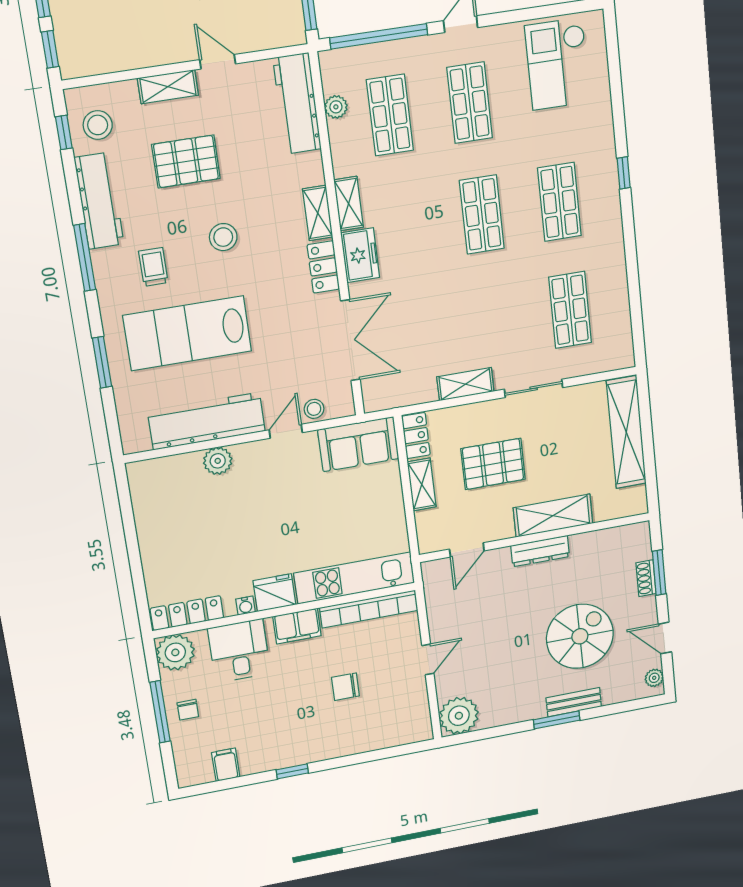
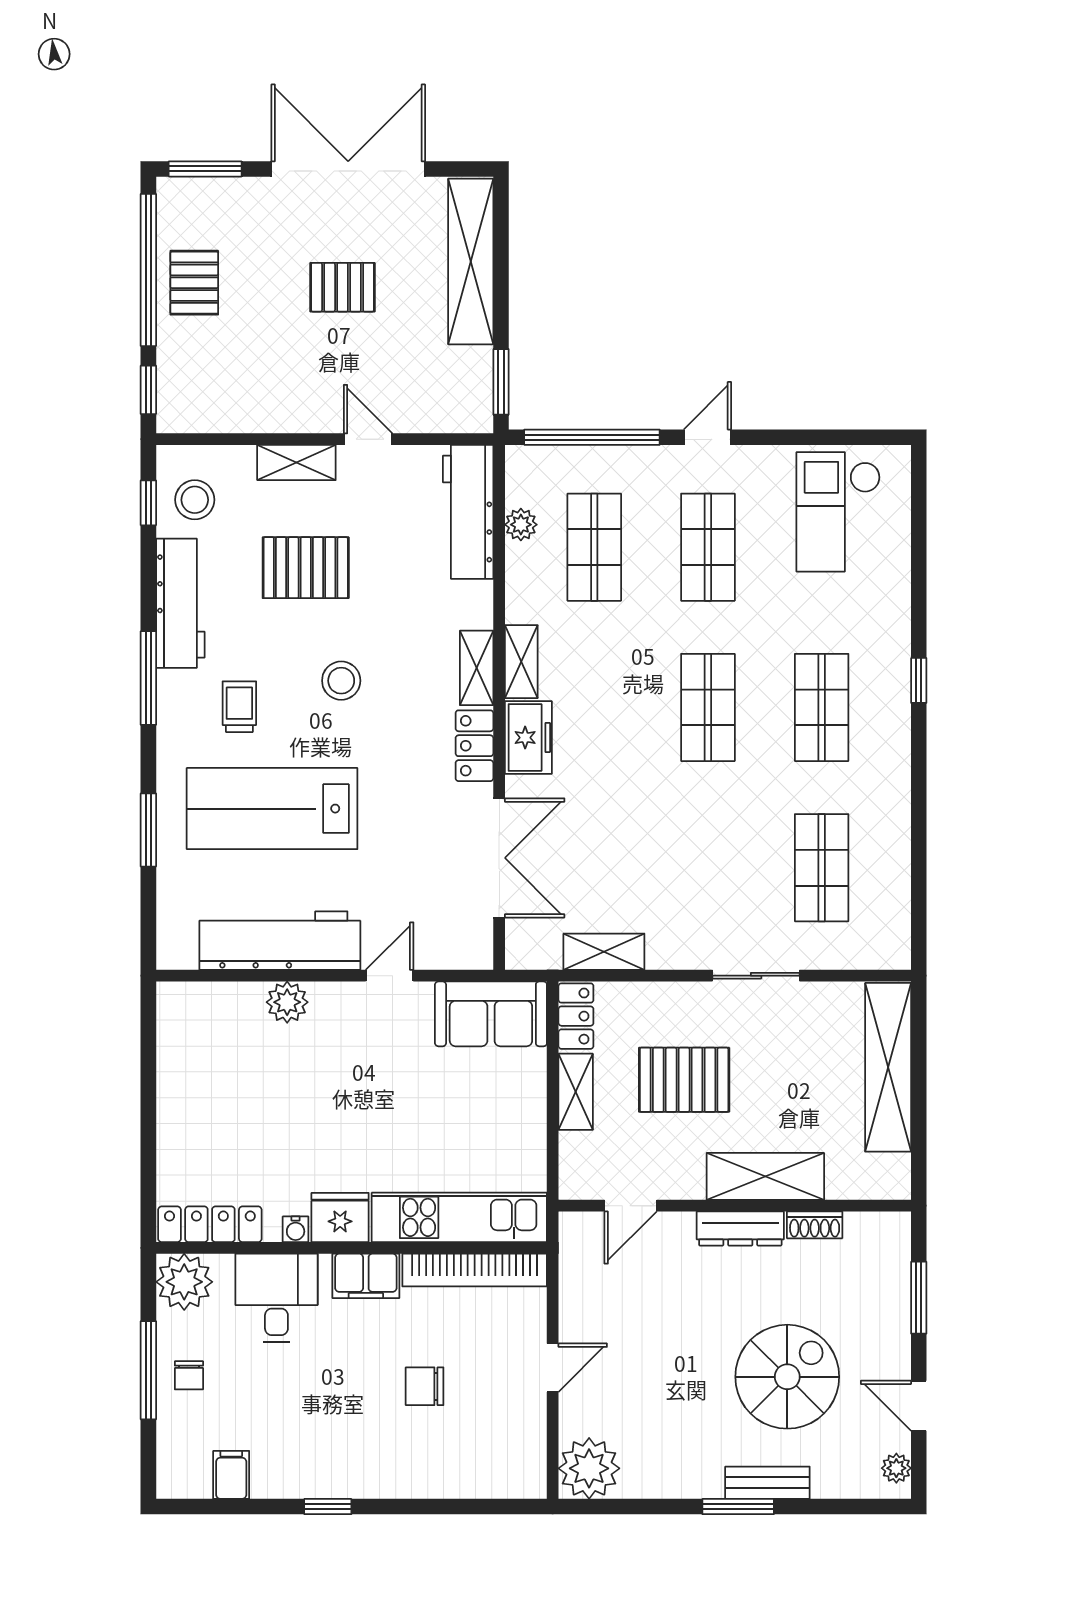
shelving: (465, 384) -> (604, 952), moved
stool: (314, 409) -> (434, 950), removed
shoe rack: (646, 578) -> (815, 1225), moved, turned -90

